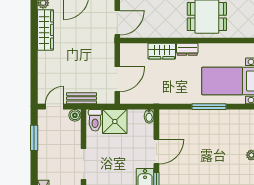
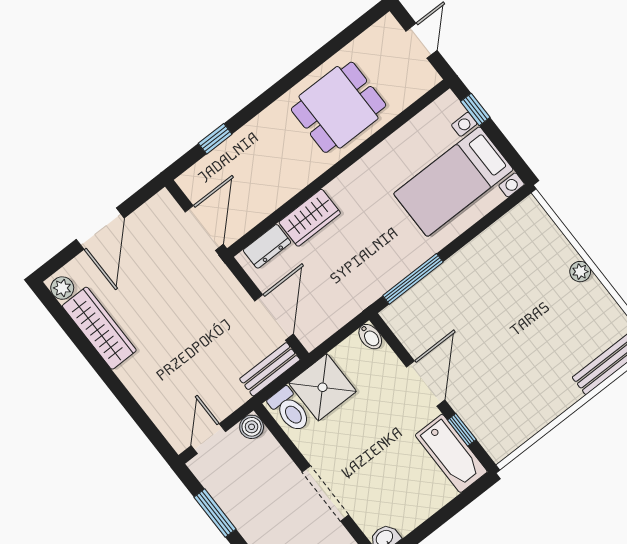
dresser: (187, 49) -> (267, 246), moved
bench: (82, 98) -> (270, 369), moved
window: (209, 107) -> (413, 279), moved

